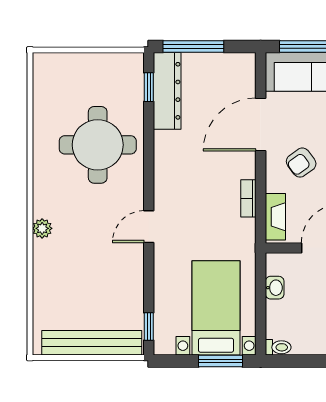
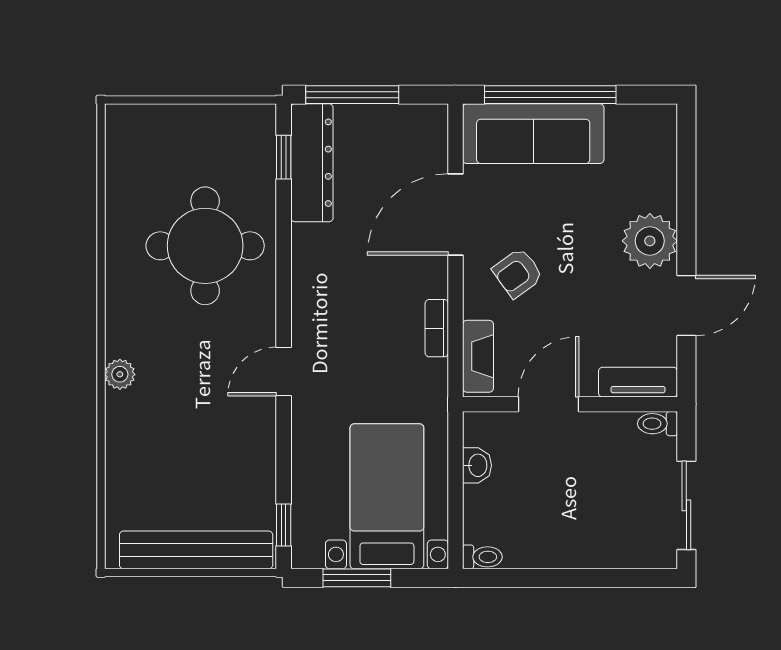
window: (221, 361) -> (357, 578), moved

